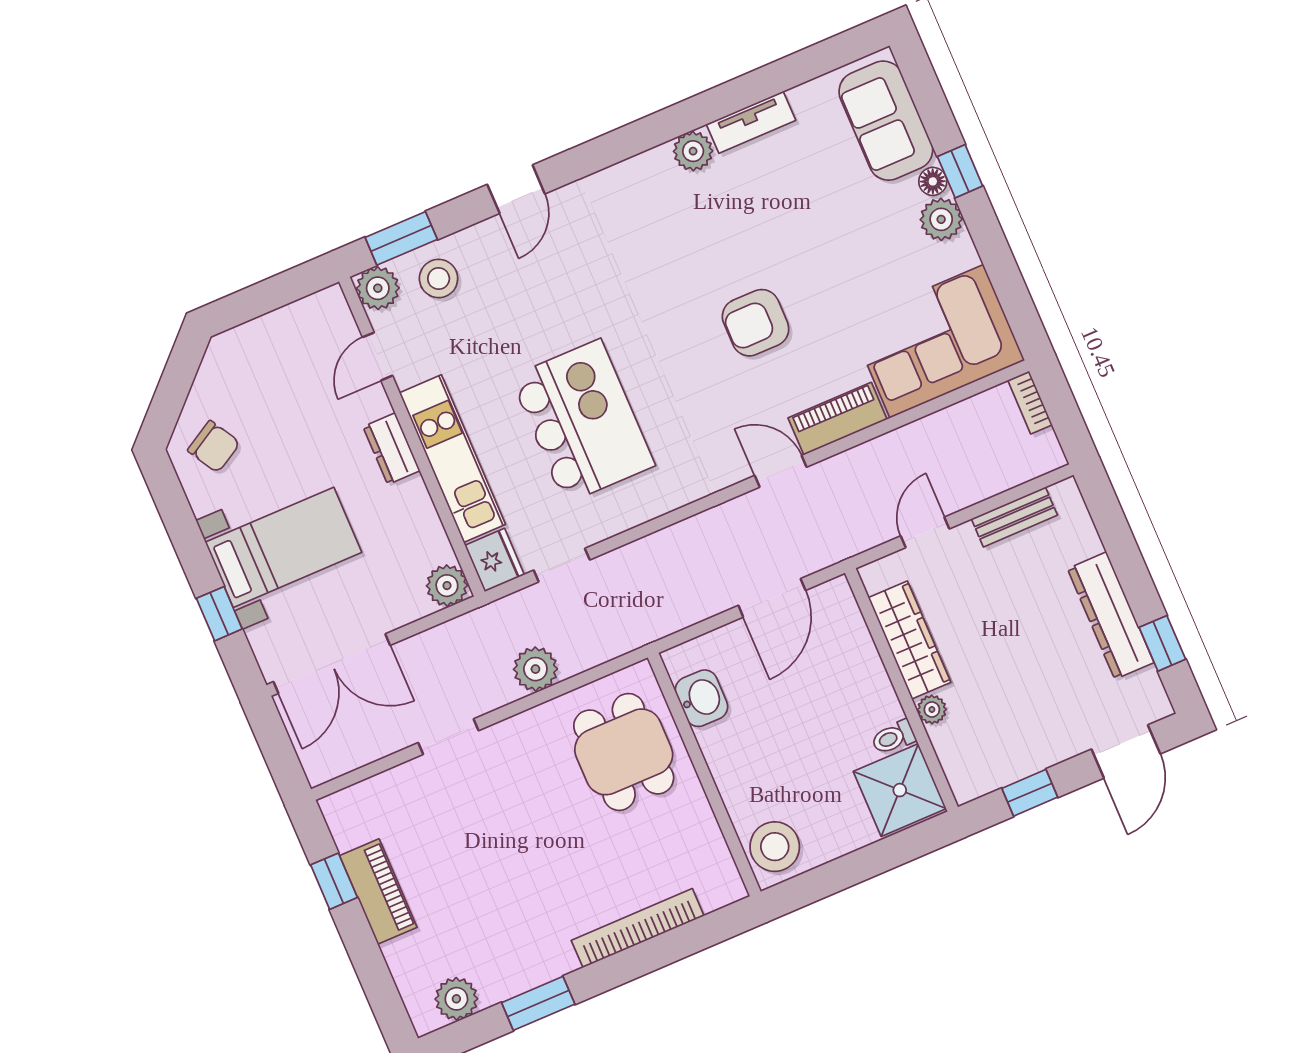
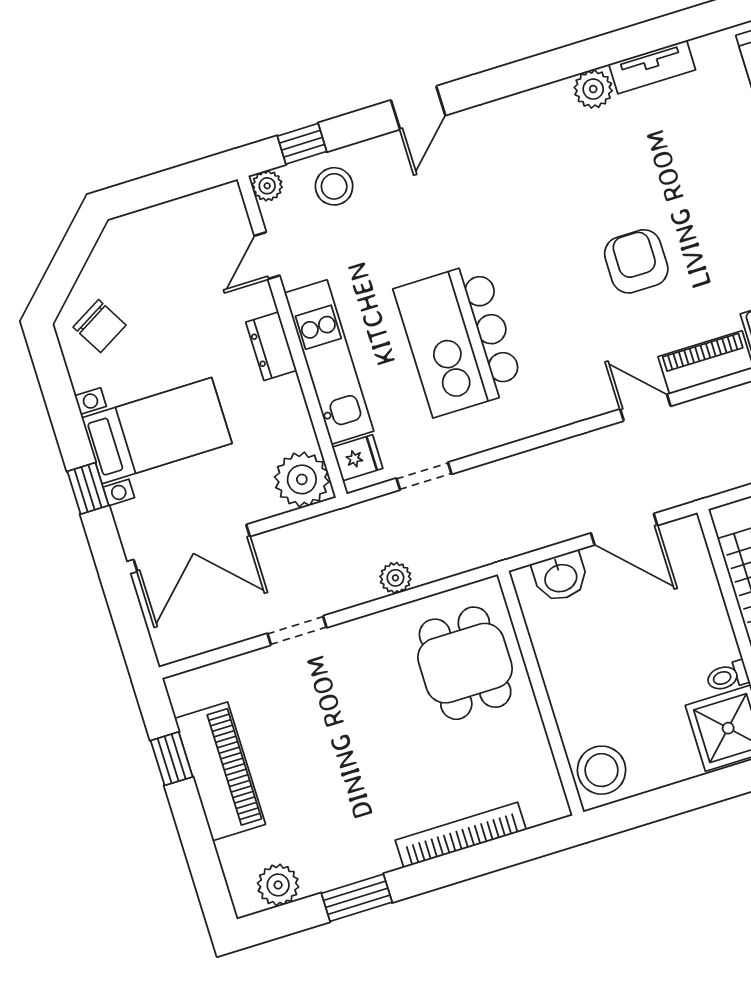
window: (401, 238) -> (302, 144), width x0.67
plant: (378, 288) -> (267, 186), width x0.73, depth x0.73
armchair: (756, 323) -> (636, 261), turned 90
kitchen island: (583, 421) -> (459, 339), turned 180
fridge: (495, 560) -> (358, 458), width x0.72
plant: (447, 586) -> (302, 479), width x1.36, depth x1.36
door: (772, 598) -> (624, 529), hinge flipped
plant: (535, 669) -> (395, 578), width x0.73, depth x0.73
washbasin: (701, 698) -> (560, 577), moved, turned 90
piano: (378, 892) -> (220, 771), width x1.37, depth x1.33

